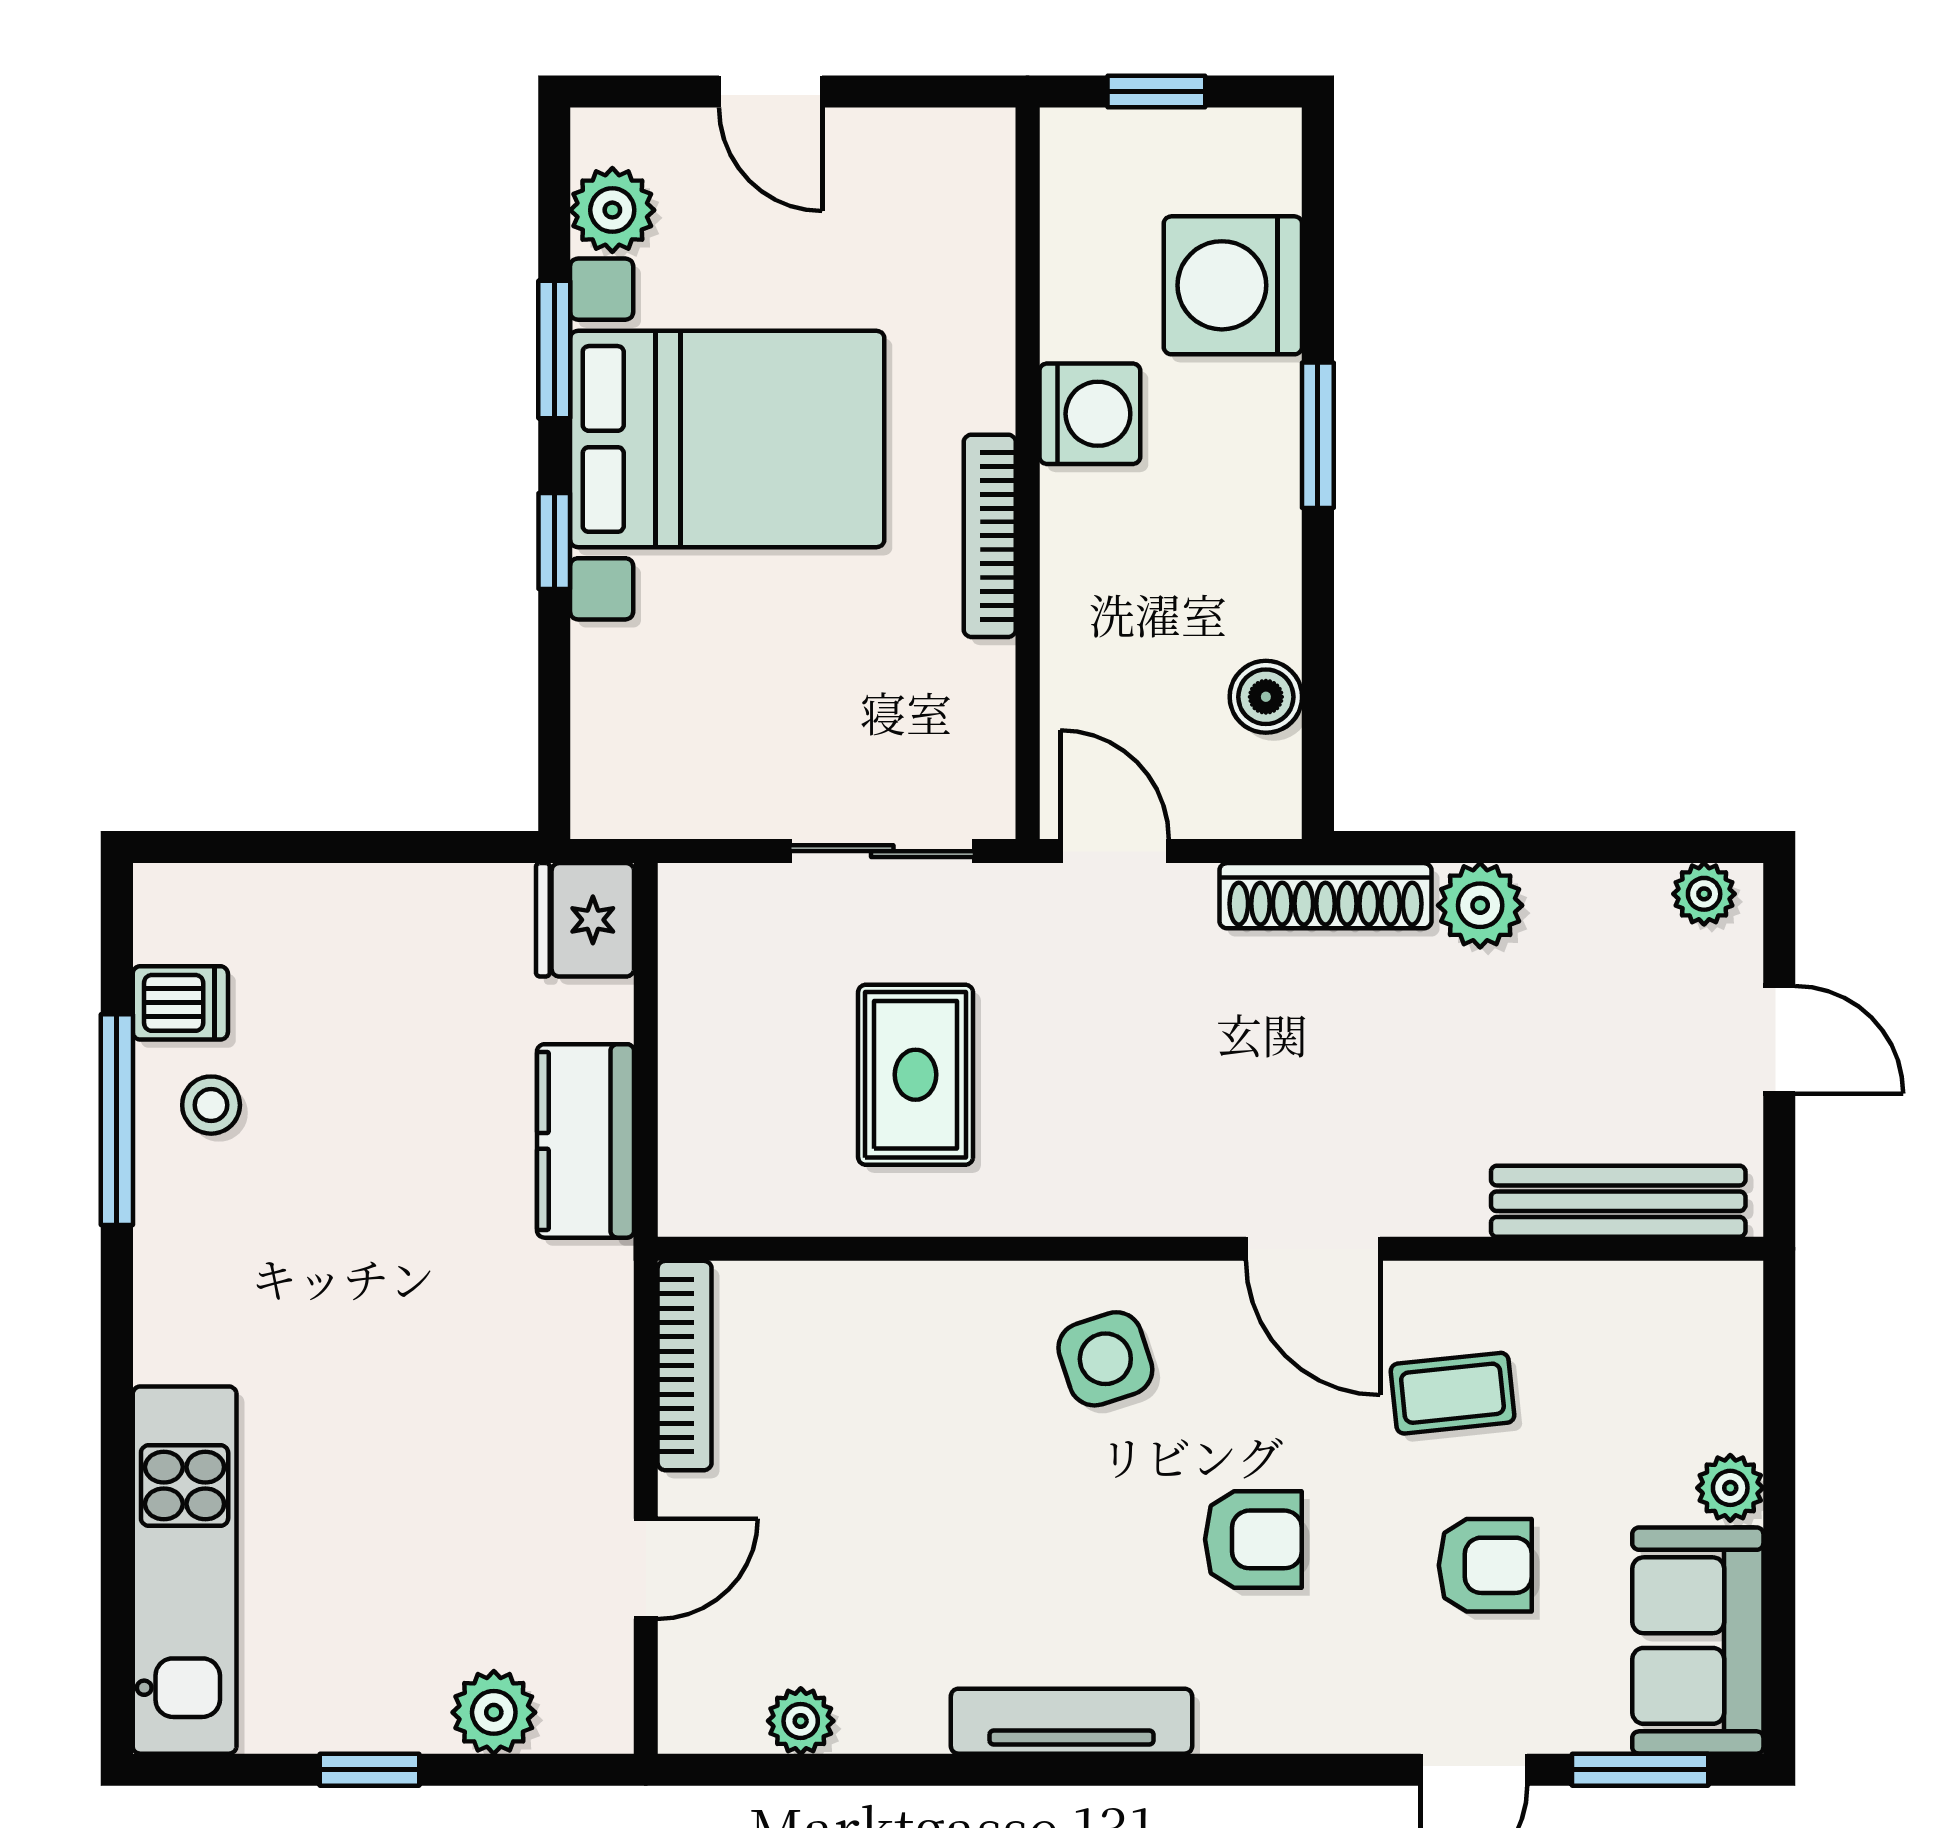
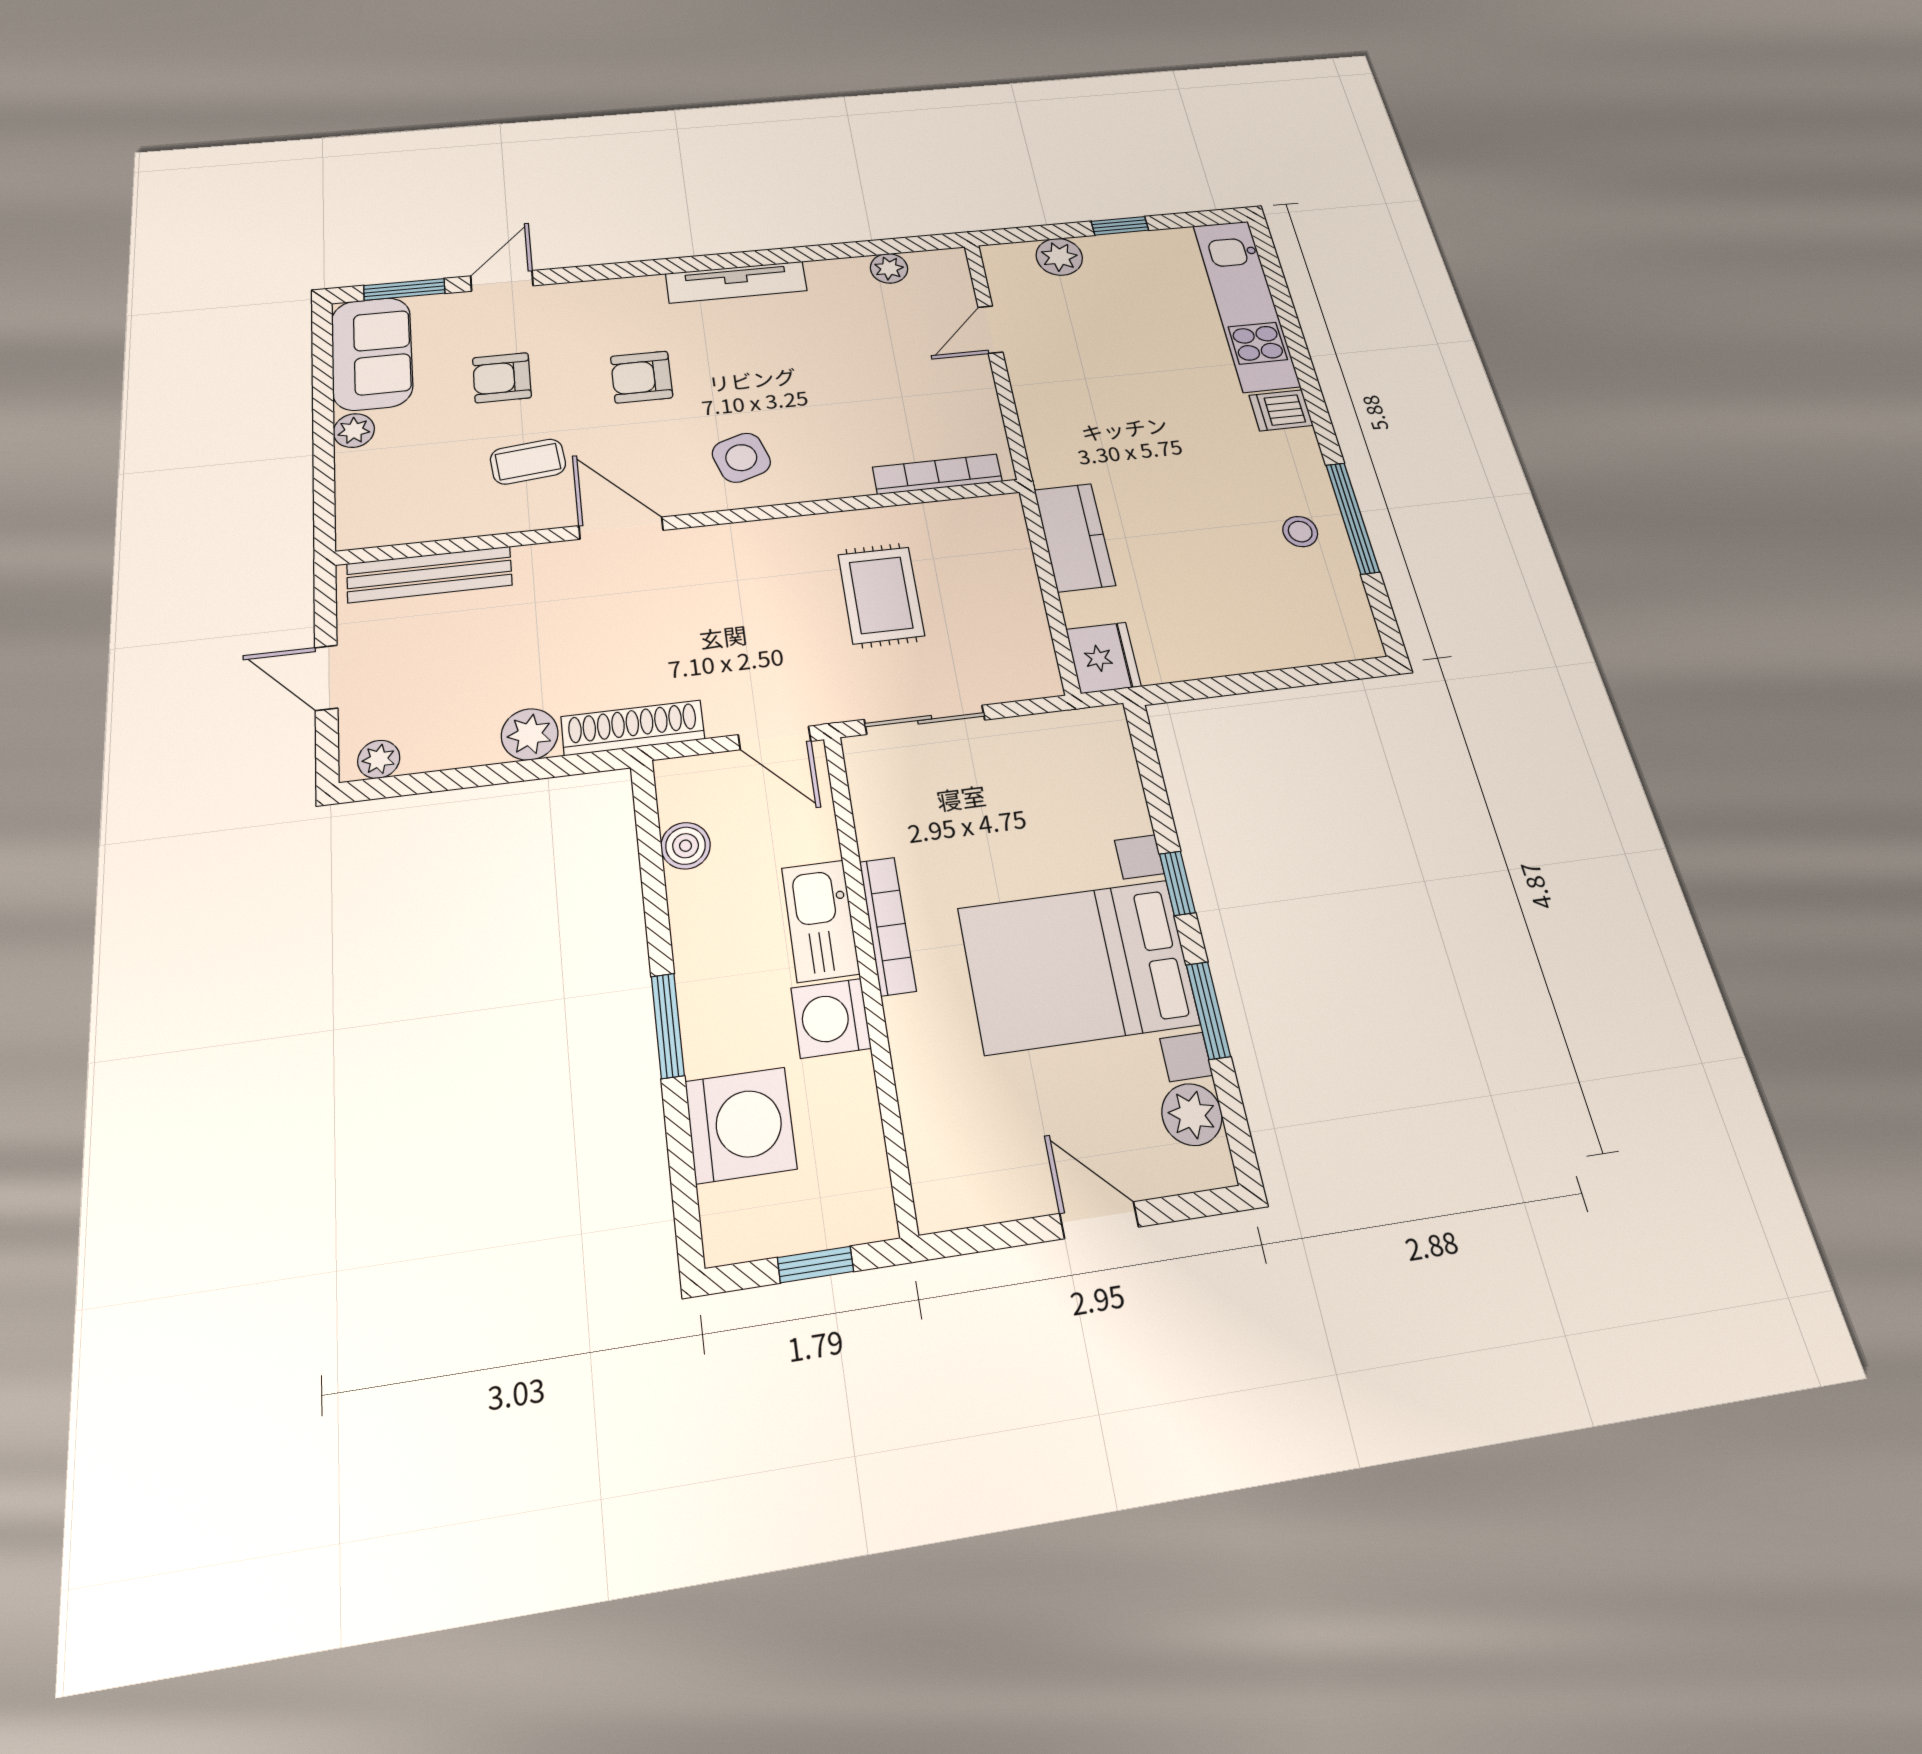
kitchen sink: (1085, 557) -> (820, 921), added
dishwasher: (180, 1003) -> (1281, 410), moved
bookcase: (685, 1366) -> (937, 474), moved, turned 90

